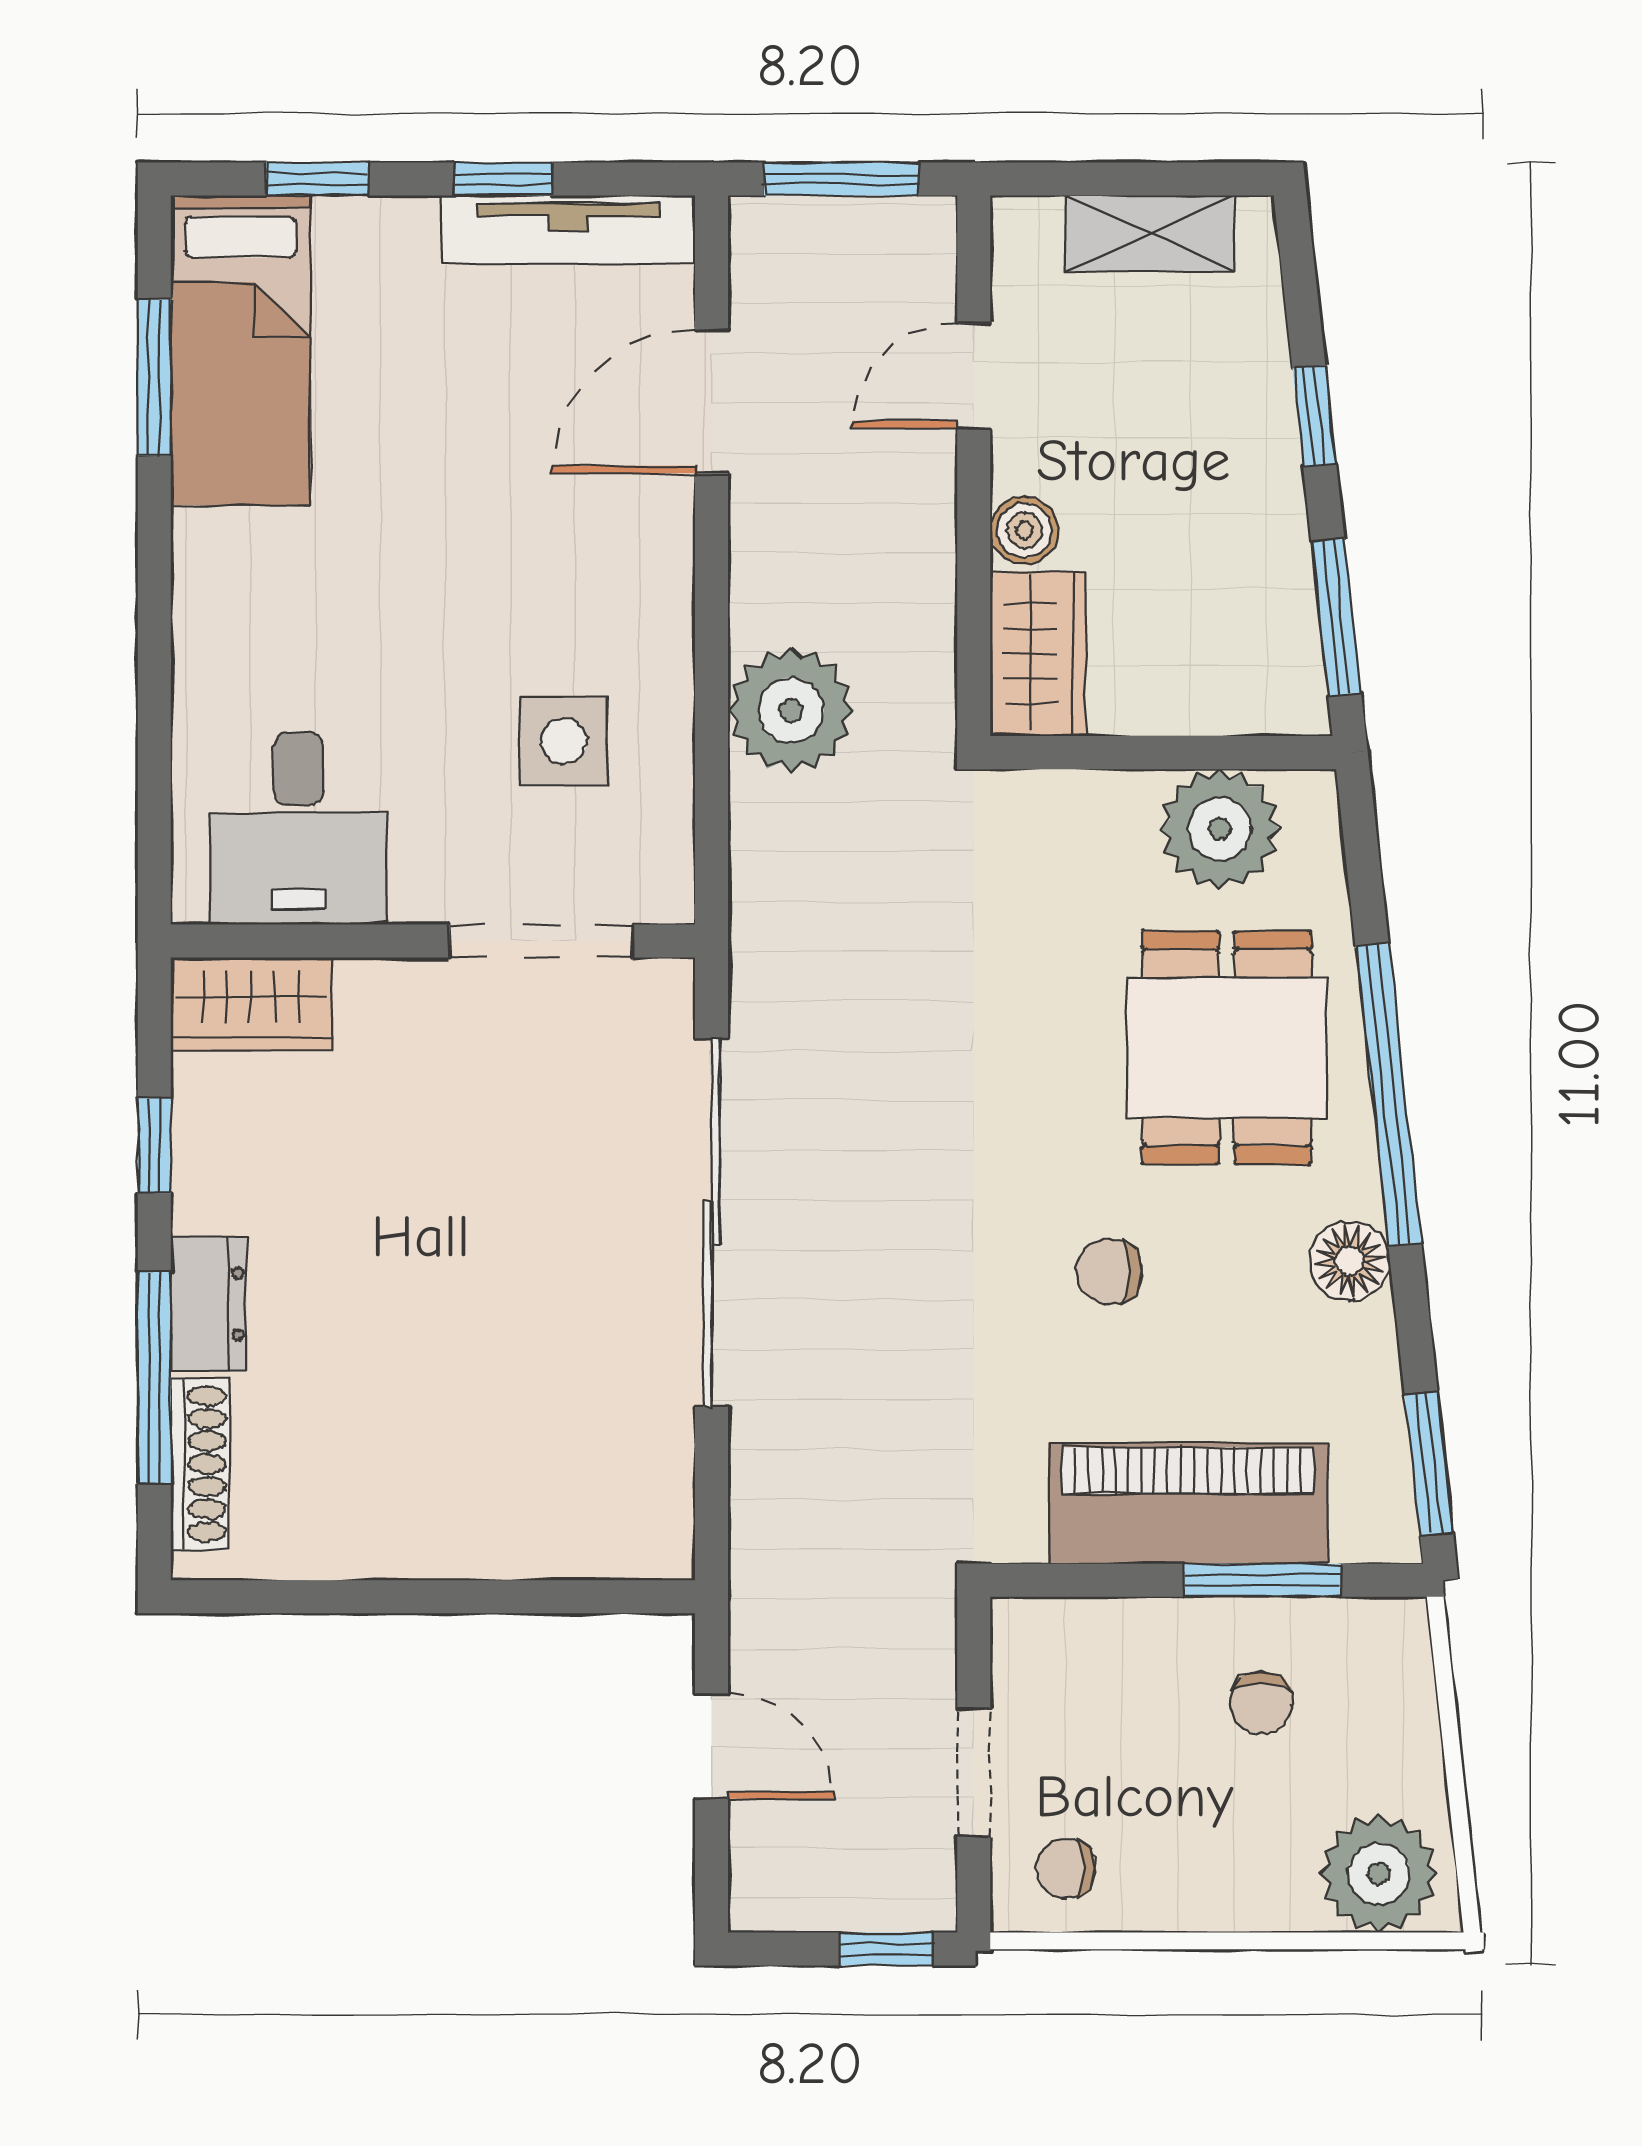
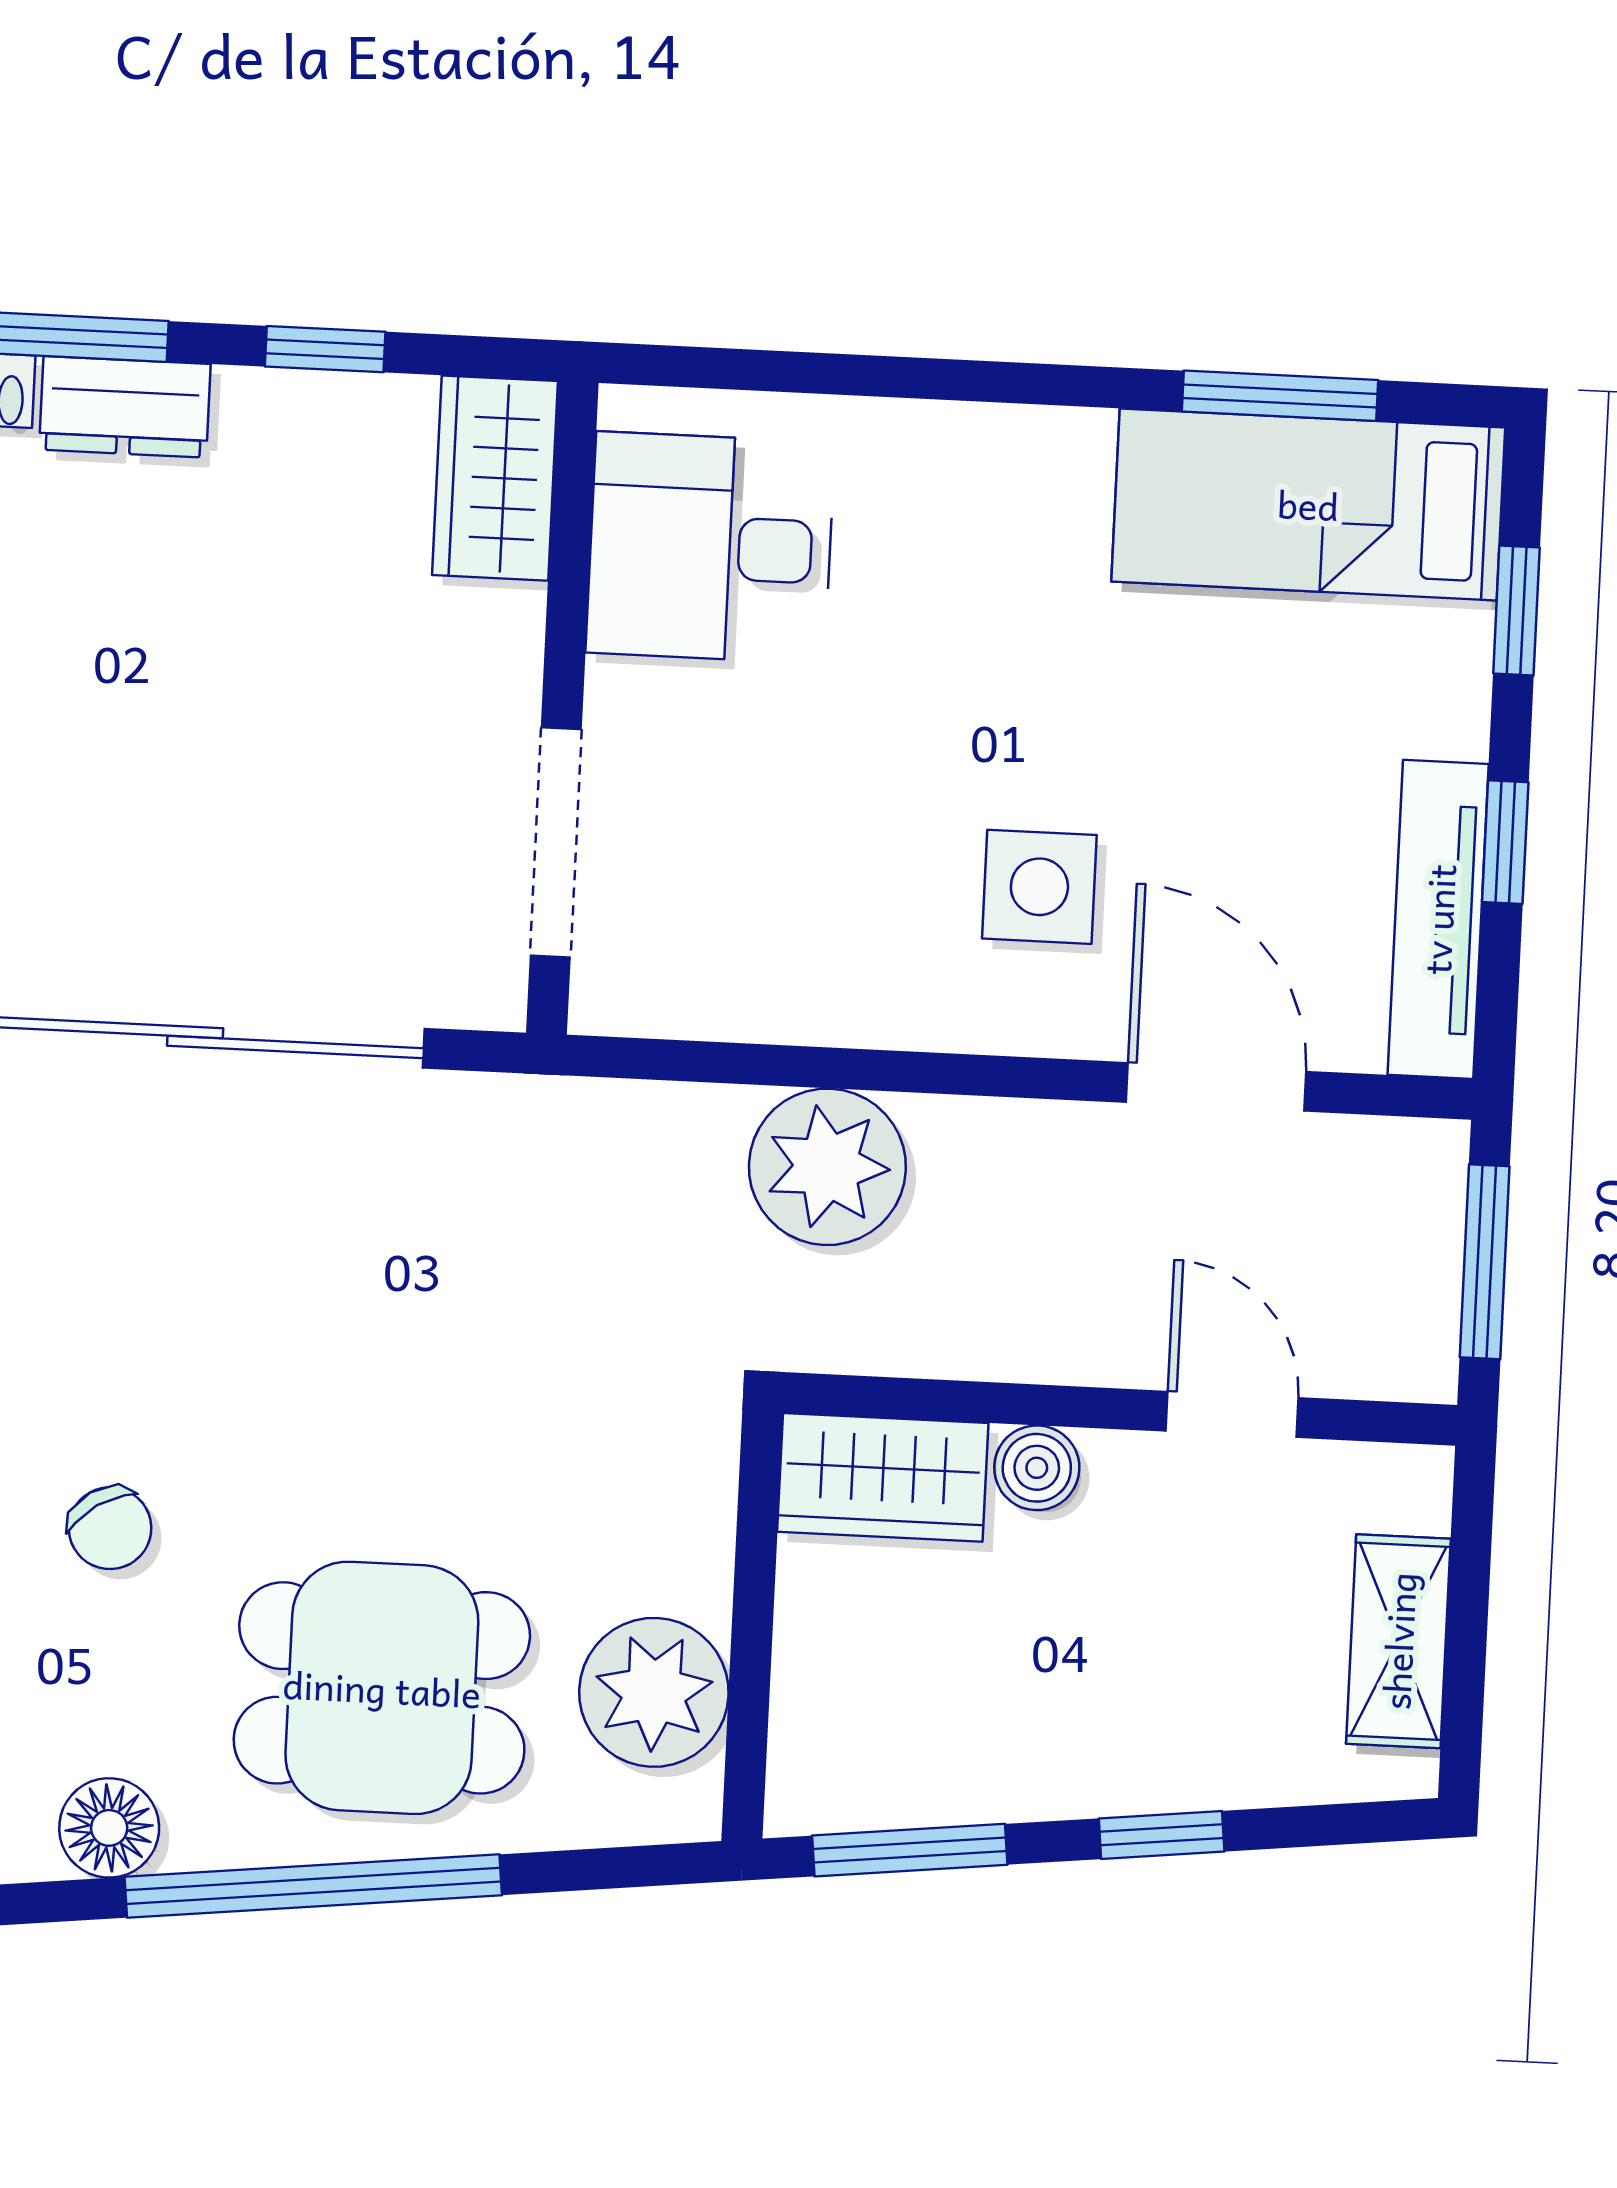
side table: (564, 741) -> (1039, 887), moved
chair: (1109, 1272) -> (110, 1528), turned 148

